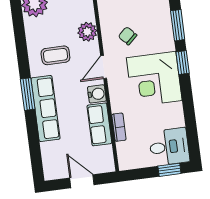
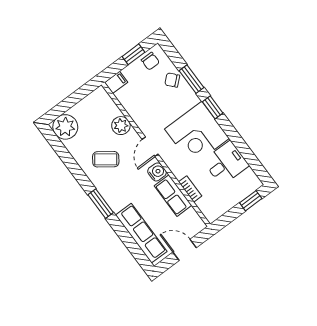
chair: (128, 36) -> (172, 80), moved
coffee table: (55, 55) -> (106, 159), turned 36
row of seats: (45, 109) -> (141, 233), moved
desk: (169, 147) -> (226, 163), moved

